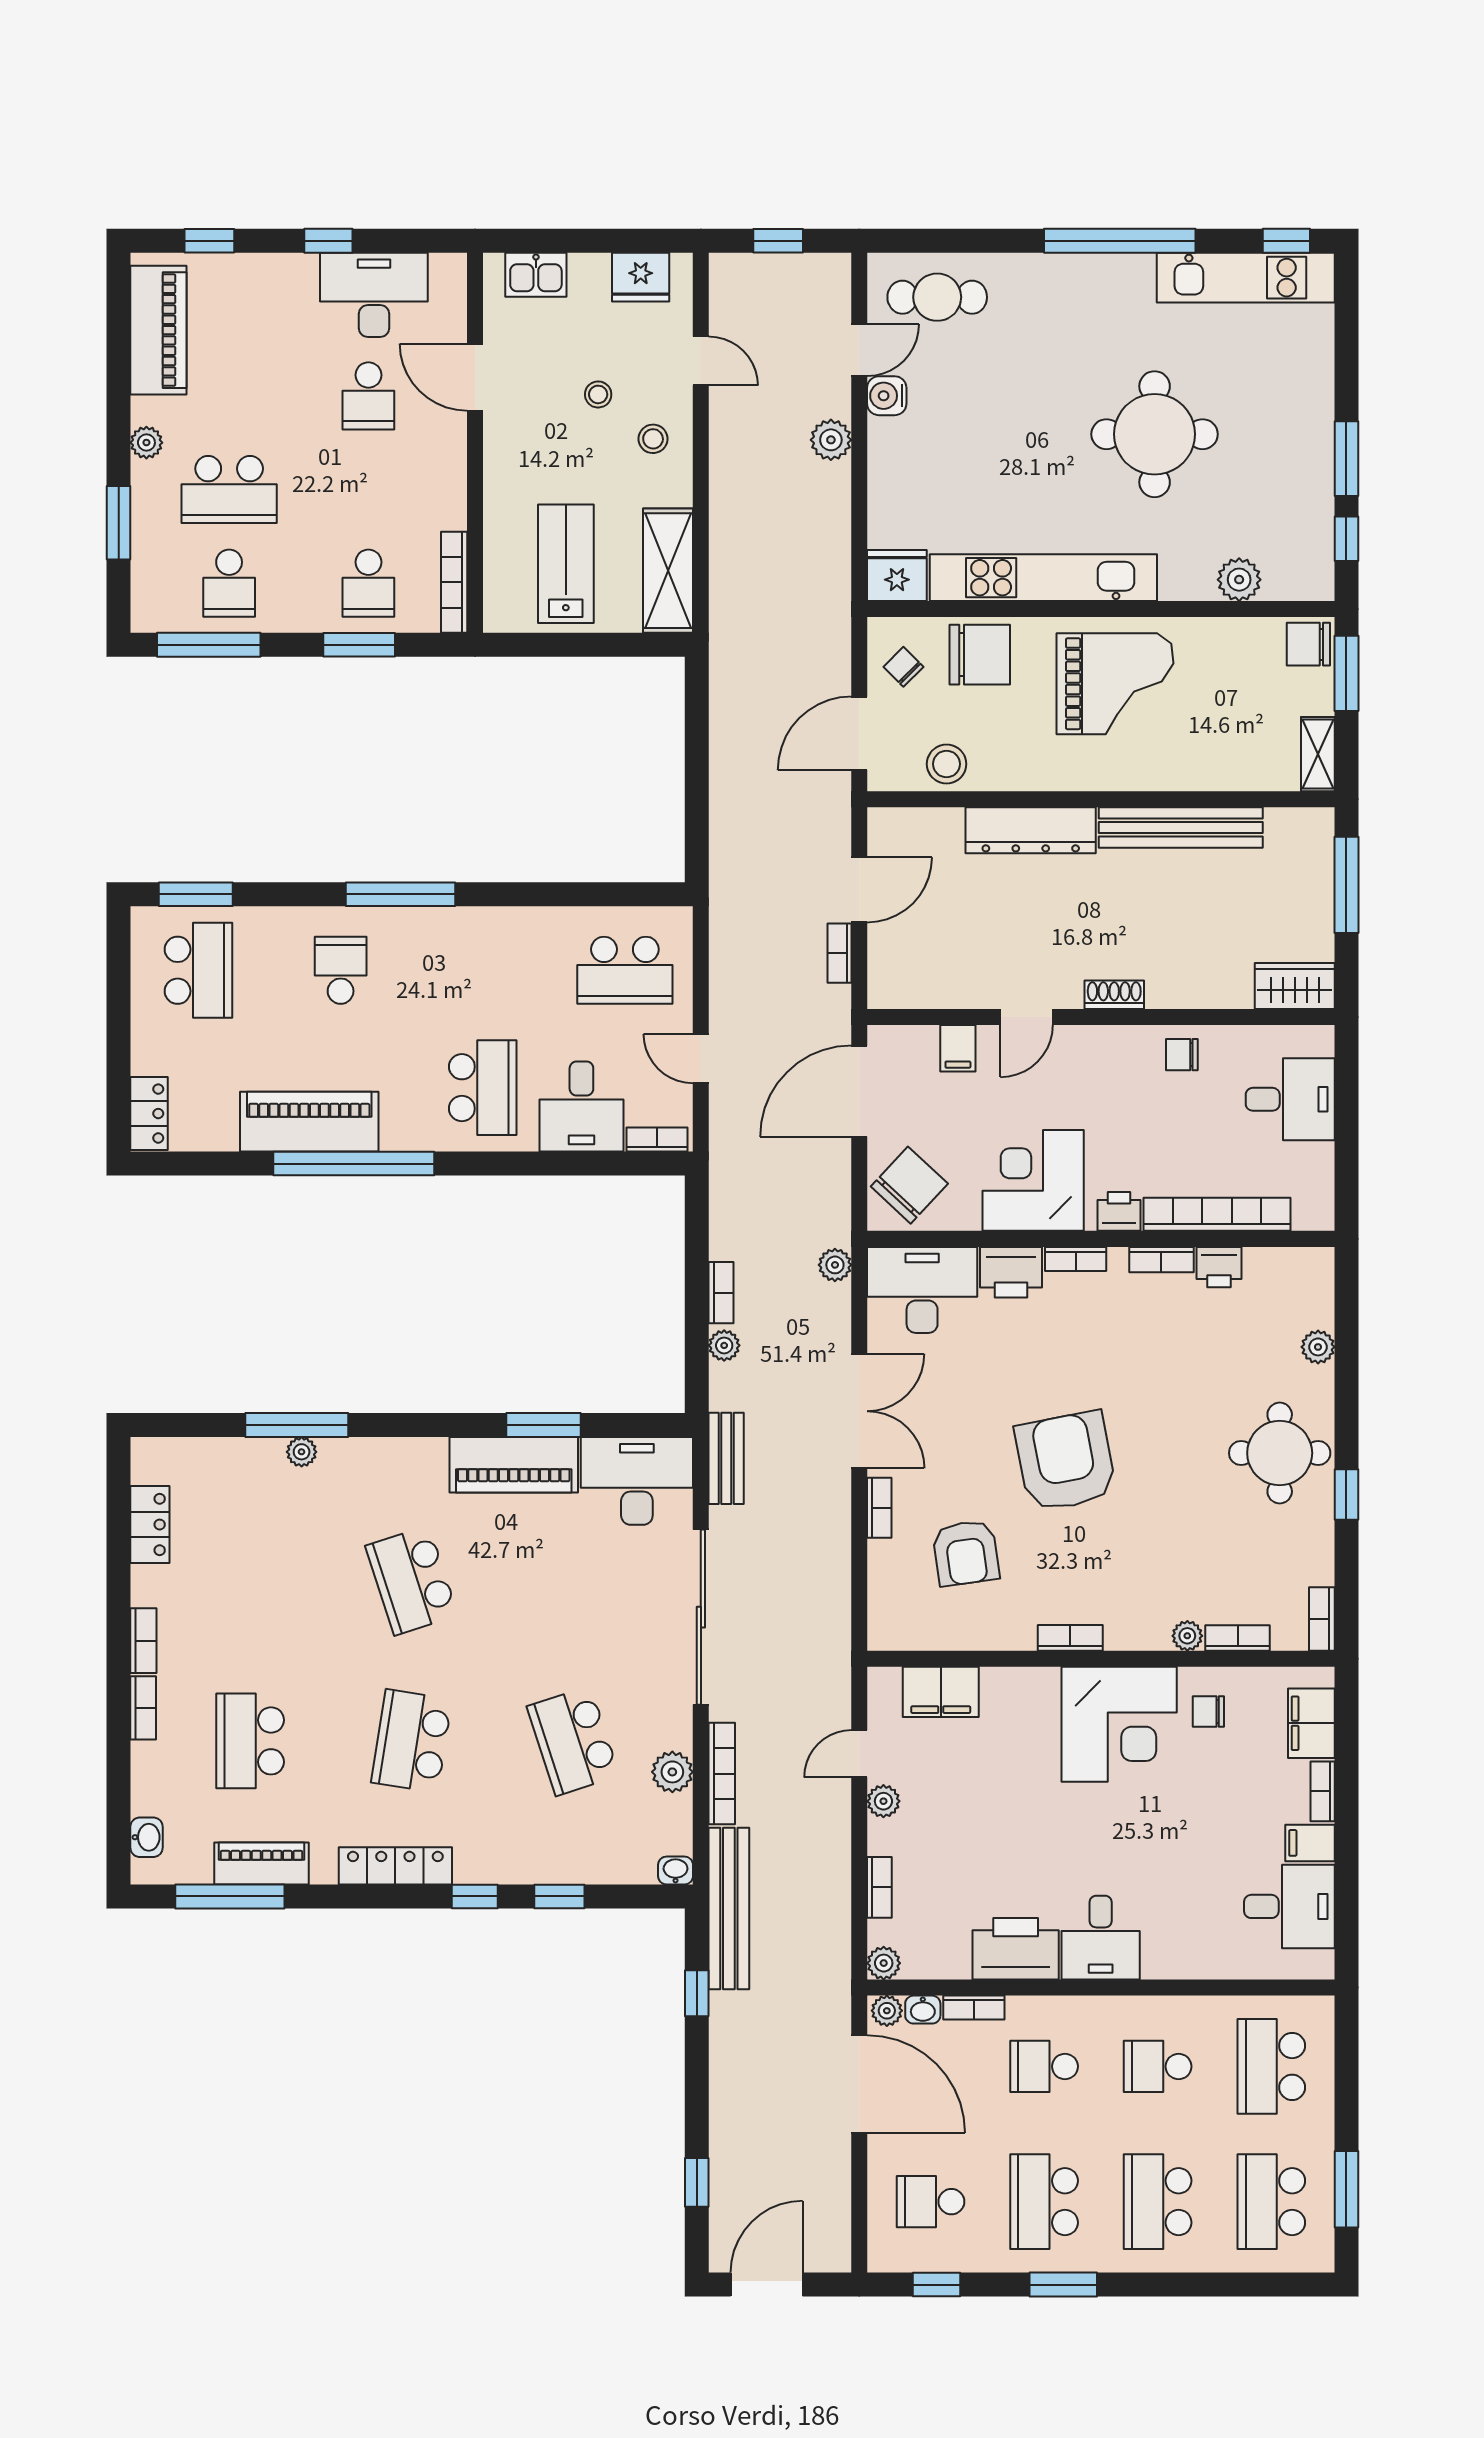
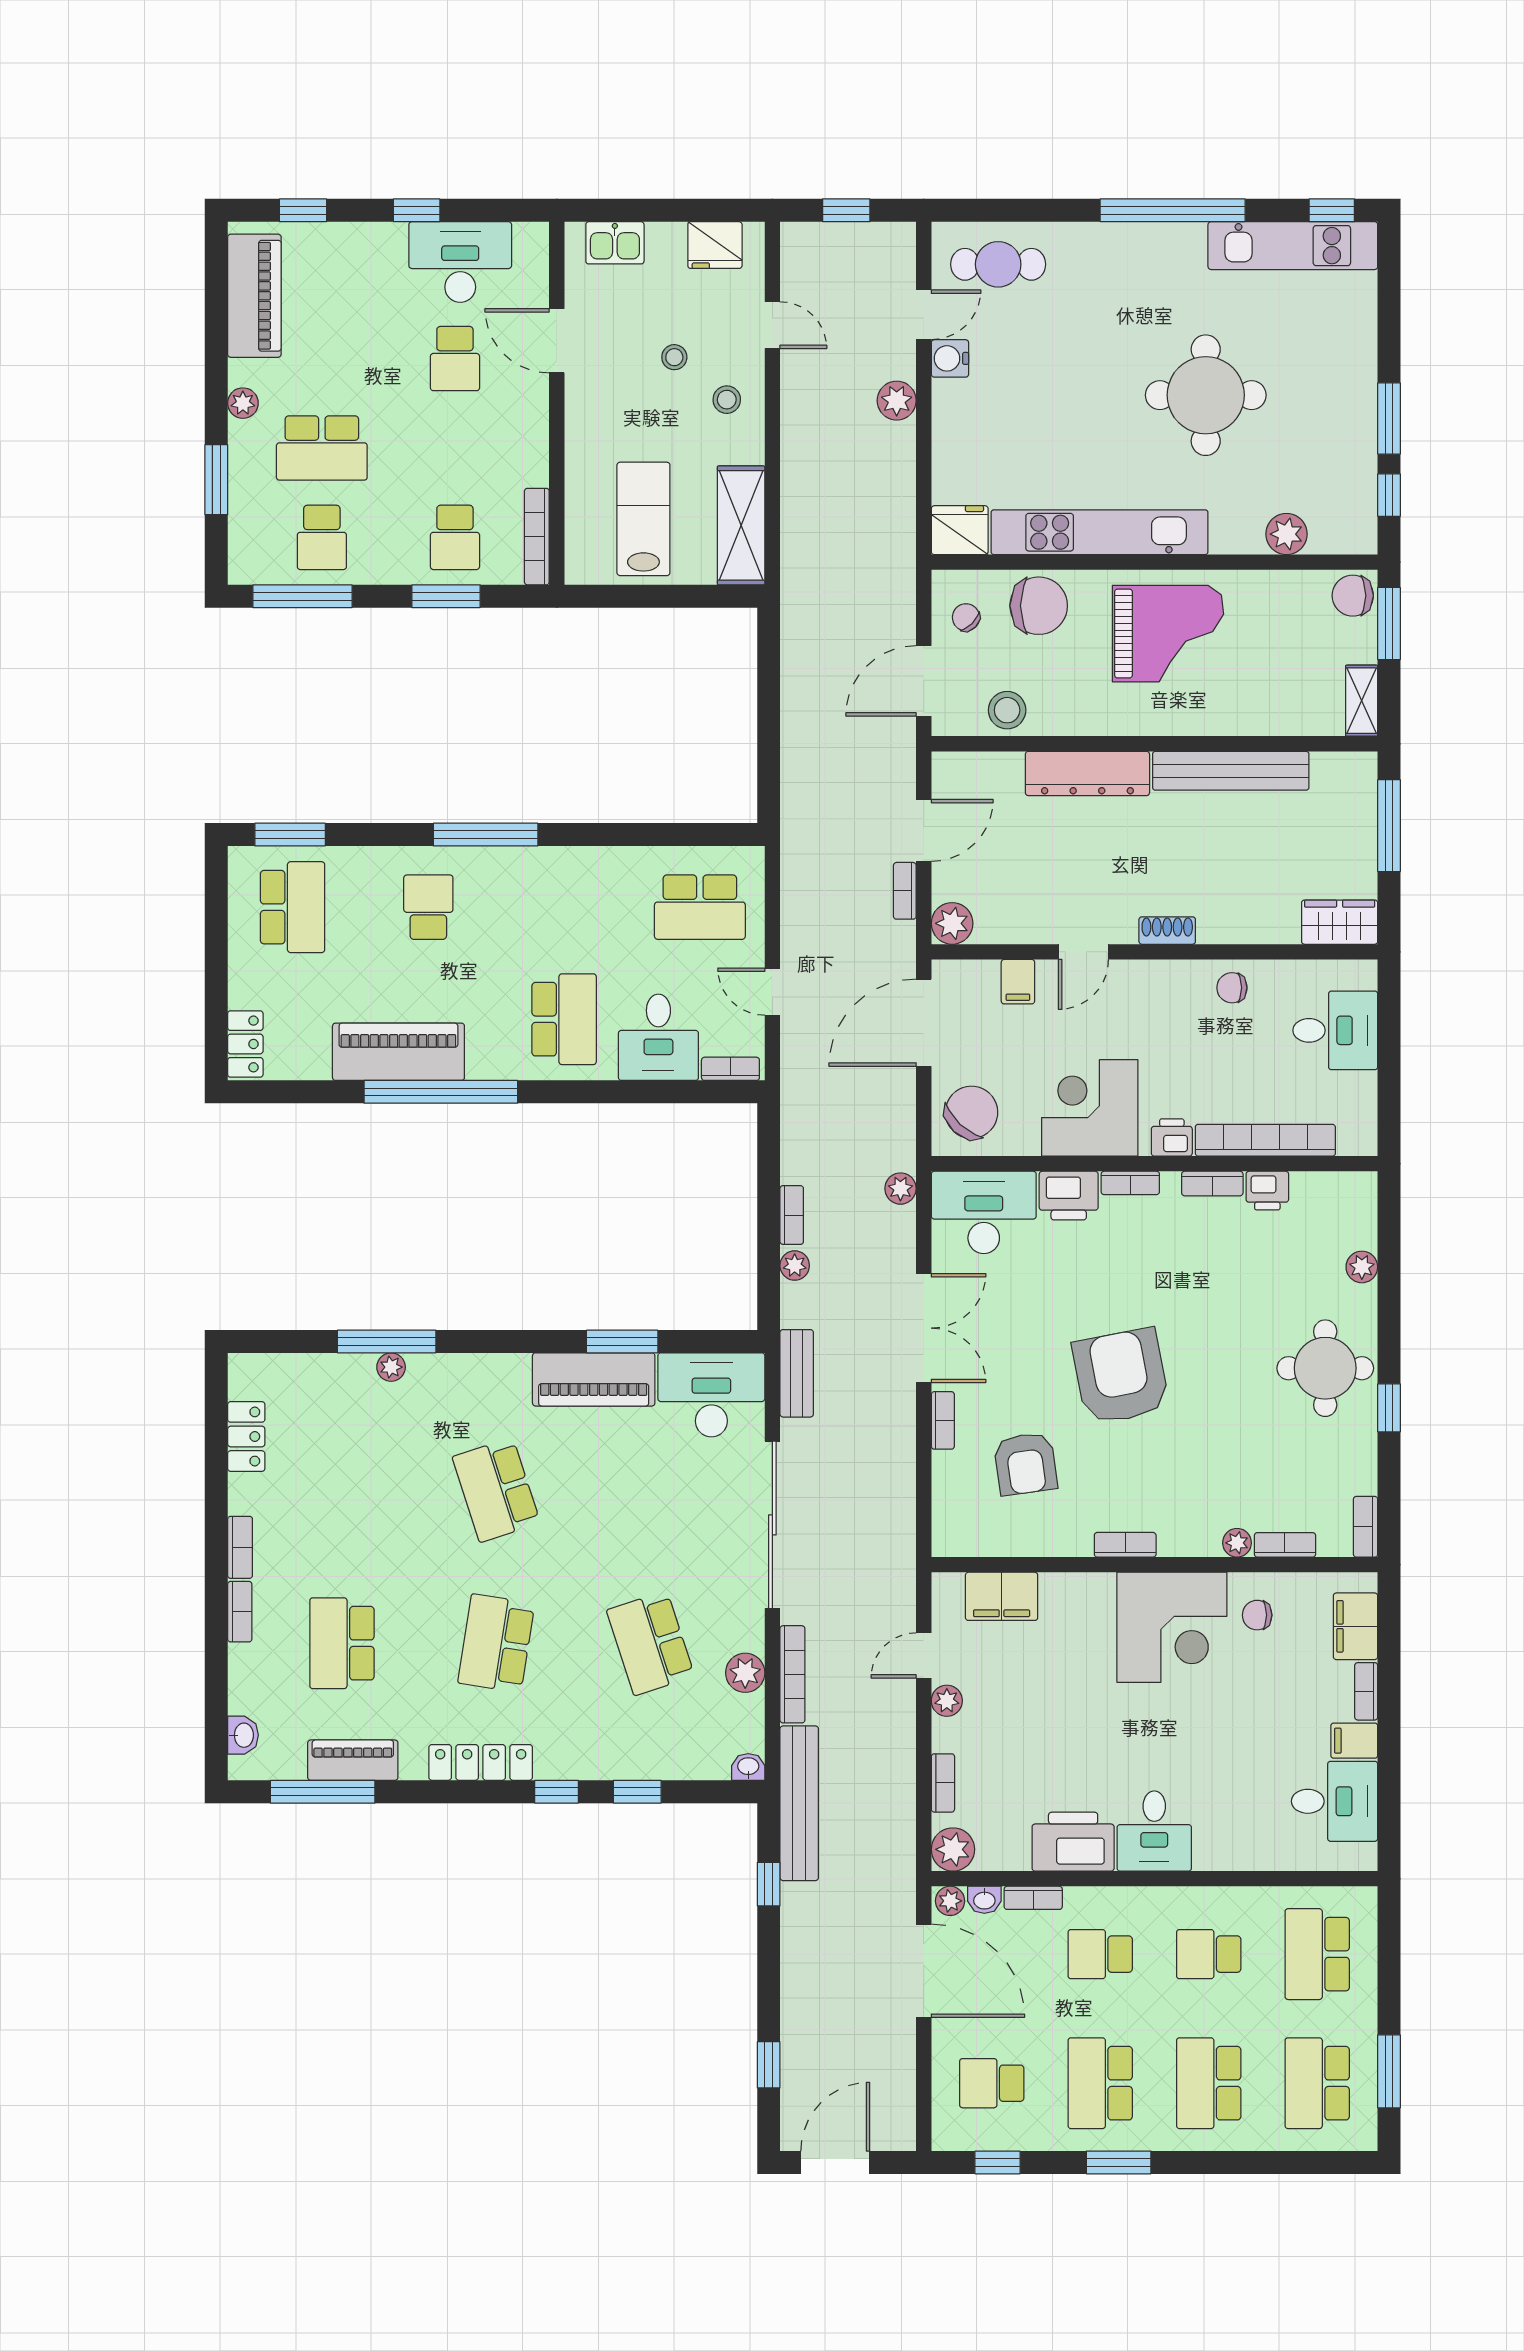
plant: (889, 987) -> (952, 923), added
plant: (884, 1963) -> (953, 1849), width x1.38, depth x1.38

